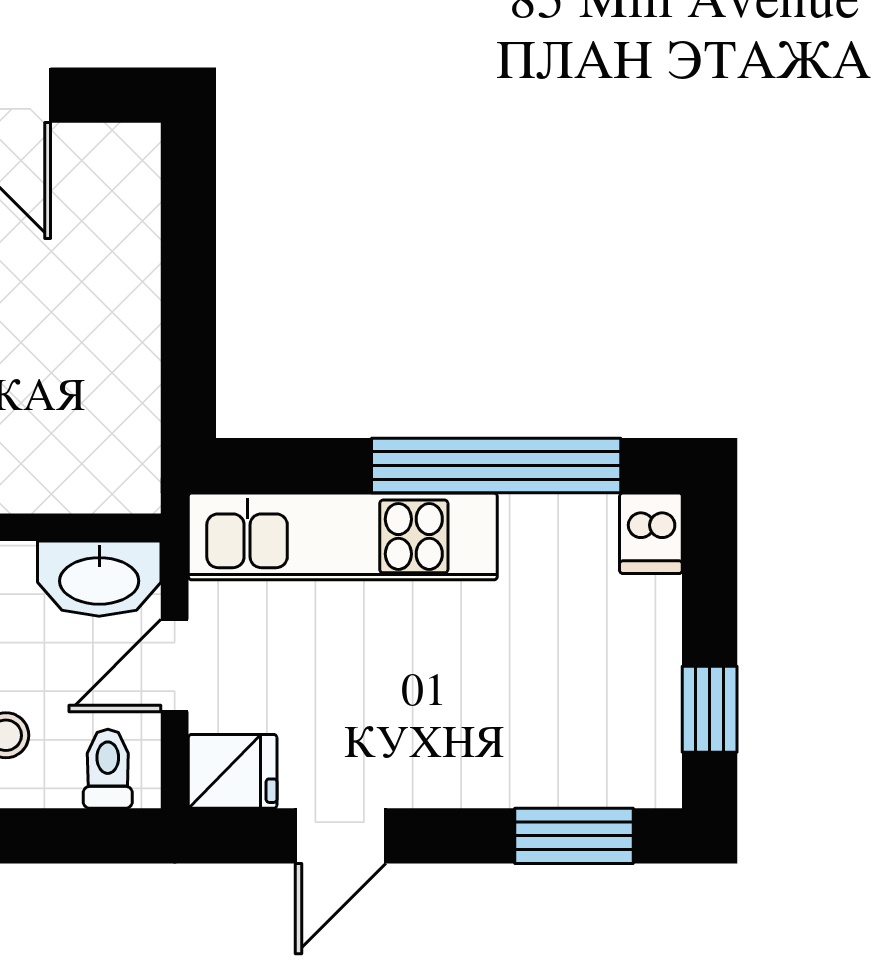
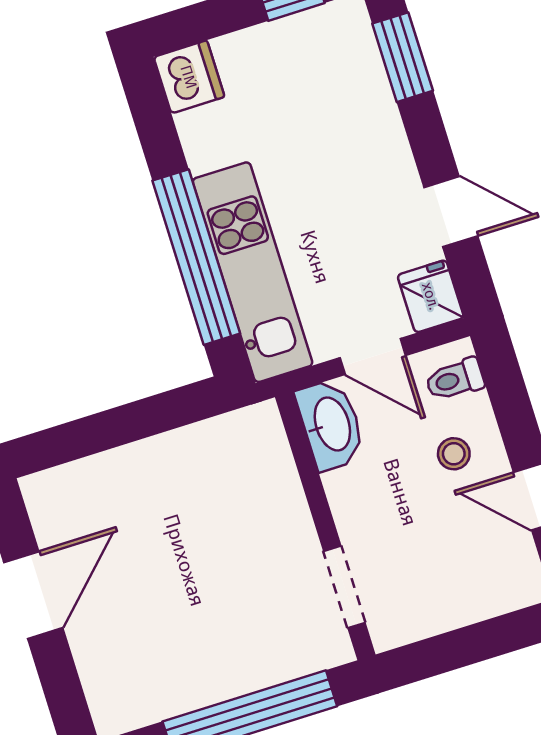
window: (496, 465) -> (196, 257), moved
dishwasher: (651, 533) -> (189, 77), width x1.38

